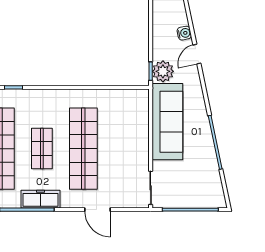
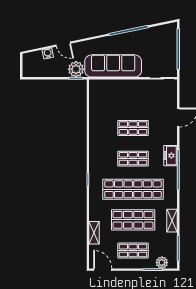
shop shelf: (83, 149) -> (133, 128), width x0.50, depth x0.74
freezer: (40, 199) -> (170, 156), width x0.71

